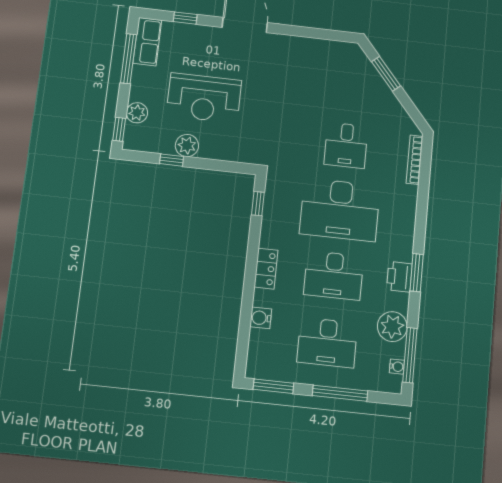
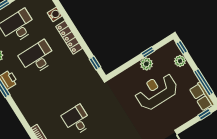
window: (185, 18) -> (205, 114), moved
desk: (340, 210) -> (57, 89), removed
locker: (266, 269) -> (69, 37), width x1.53

